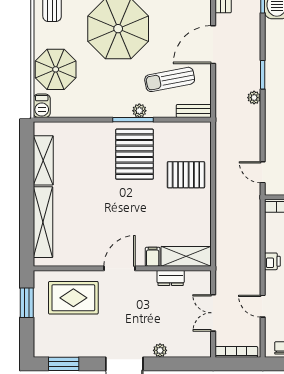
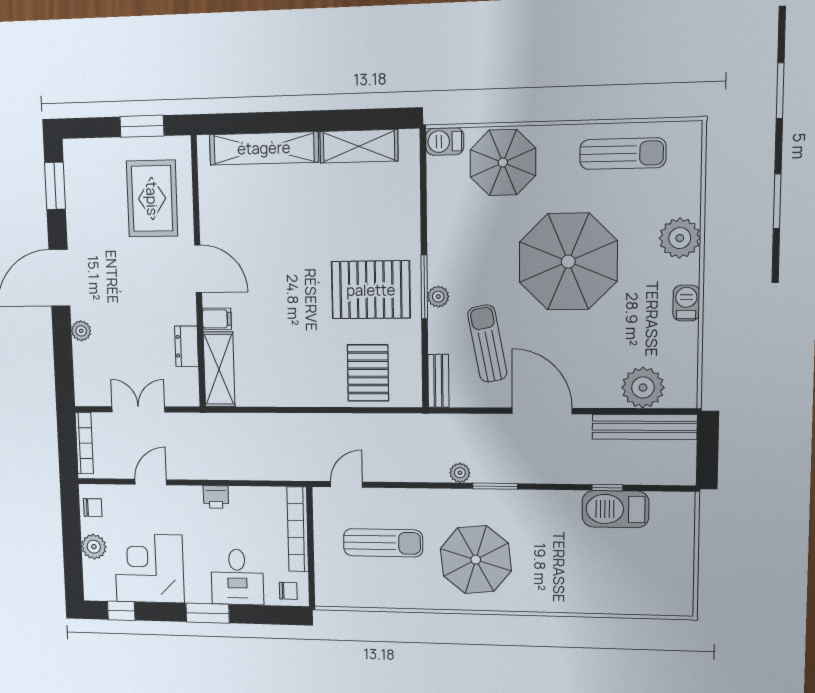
pallet: (186, 175) -> (368, 373), moved

